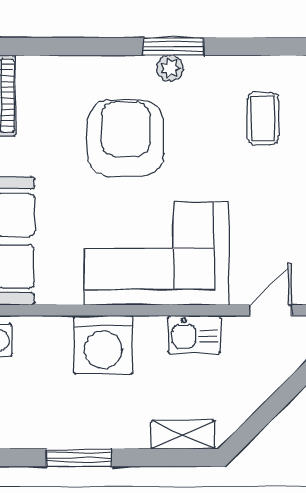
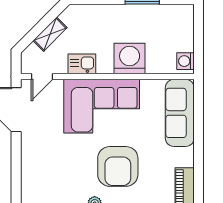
coffee table: (263, 119) -> (46, 177), removed
shelving: (183, 435) -> (50, 34), moved, turned -45

